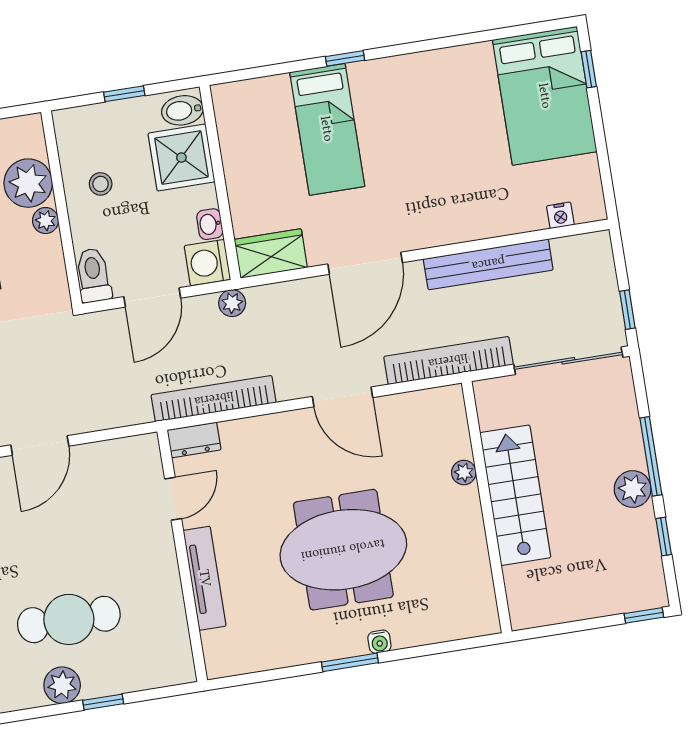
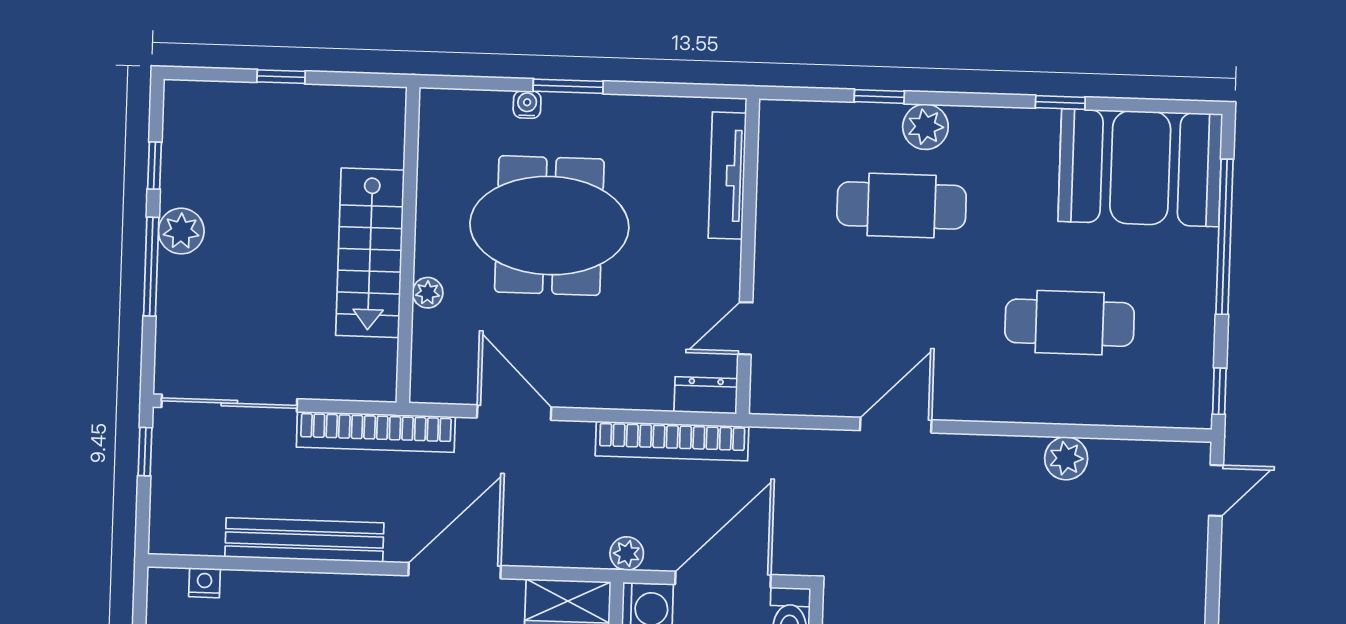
door: (152, 297) -> (723, 579), width x1.36
plant: (464, 473) -> (428, 293), moved
stairs: (515, 495) -> (370, 253), moved
wall: (487, 507) -> (408, 245), moved
tv unit: (205, 578) -> (727, 176), moved
window: (644, 615) -> (281, 77), moved

